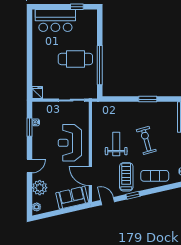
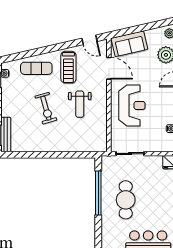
cafe table: (75, 59) -> (126, 200), turned 90
window: (148, 99) -> (44, 155), removed
window: (133, 195) -> (61, 46), removed

